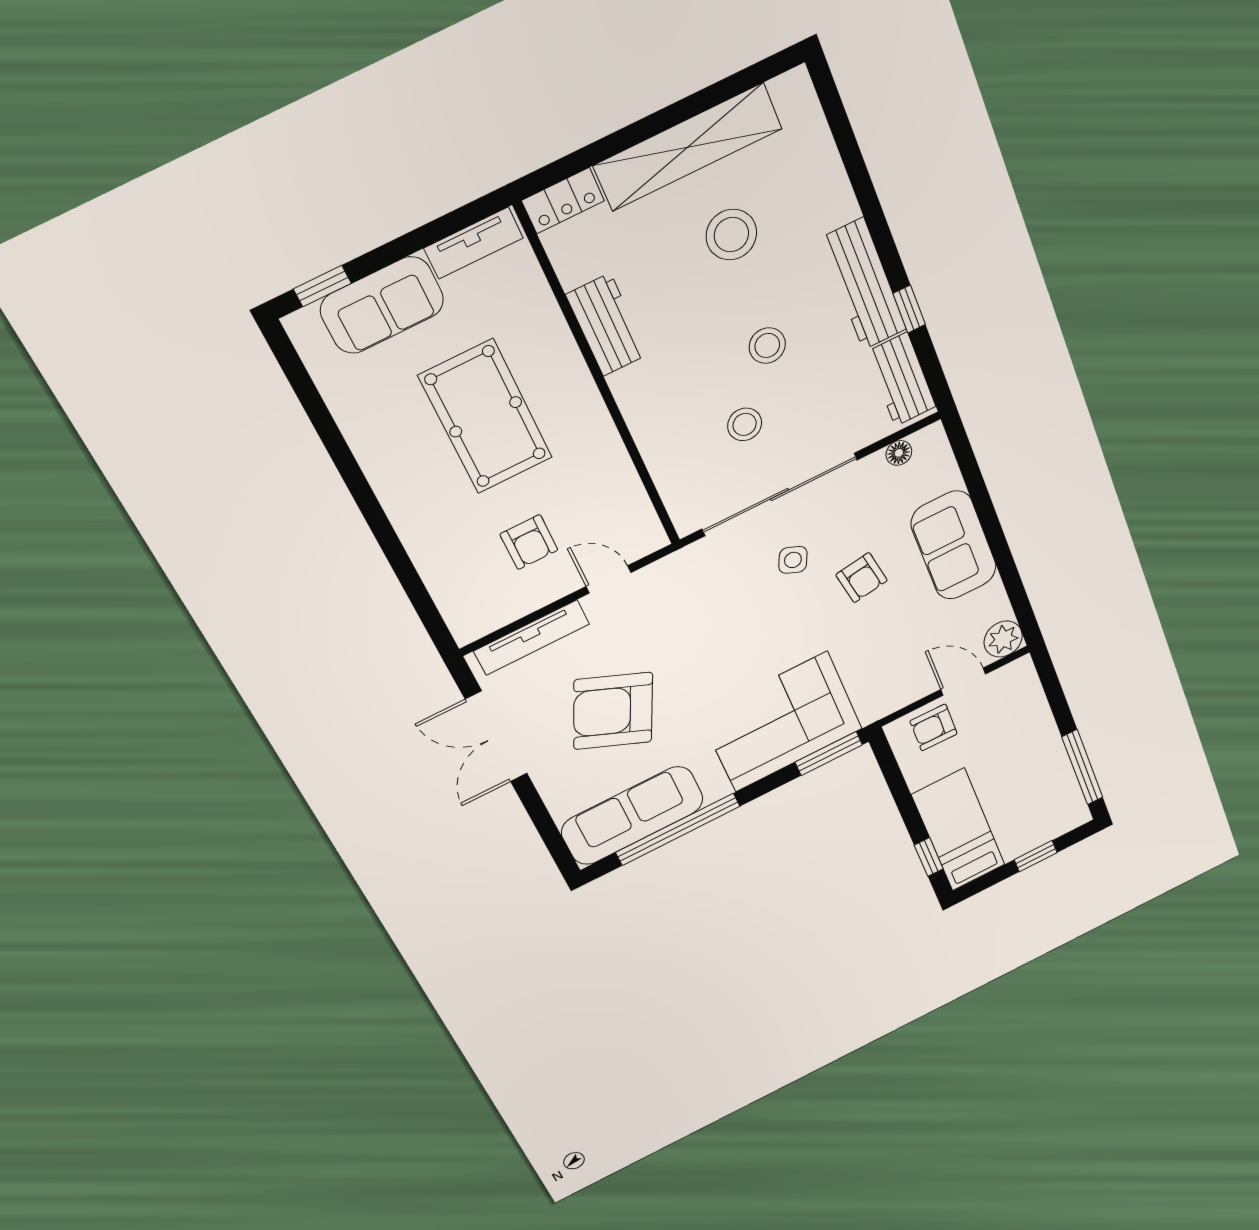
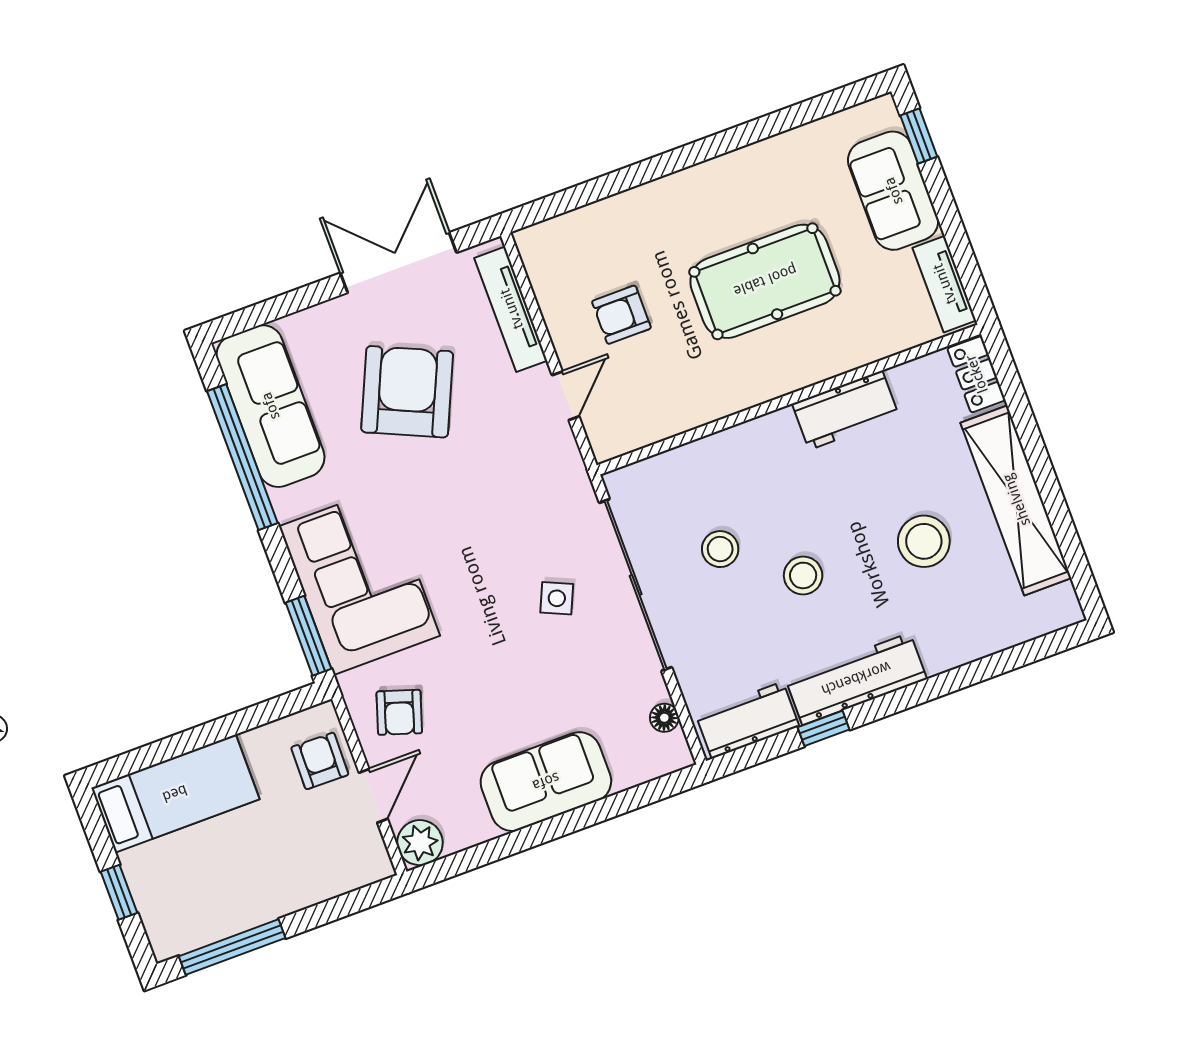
armchair: (862, 578) -> (399, 712), moved, turned -63
window: (929, 857) -> (145, 757), removed

